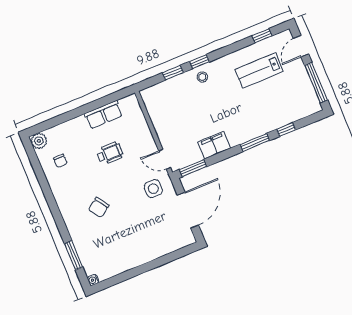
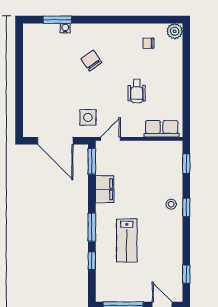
lab bench: (259, 70) -> (127, 240), moved, turned 180
window: (173, 73) -> (186, 163), moved
row of seats: (103, 115) -> (162, 129), moved, turned 90
water cooler: (93, 280) -> (65, 28), moved

